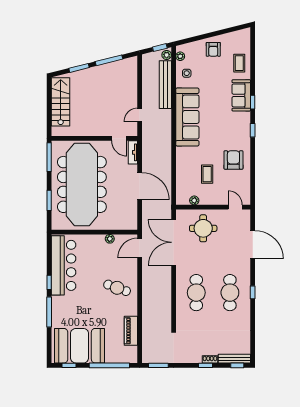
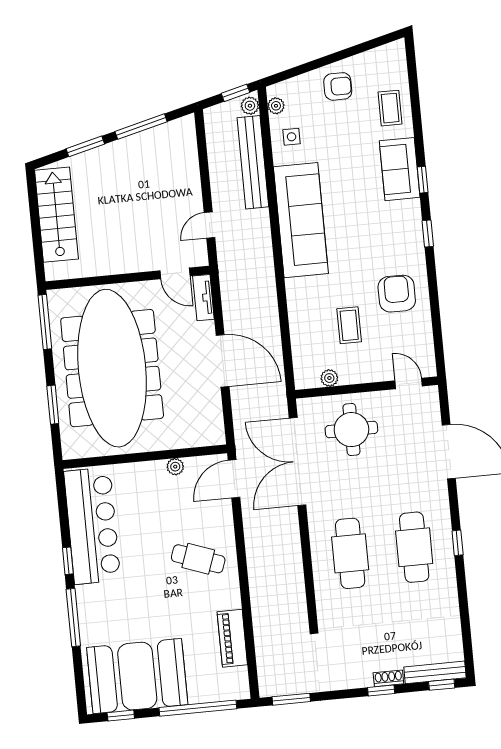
armchair: (213, 49) -> (338, 86), turned -90

